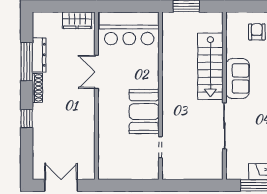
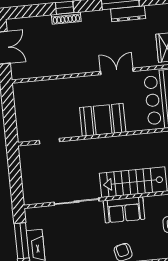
shoe rack: (37, 88) -> (66, 18), moved
booth: (144, 112) -> (103, 120), moved

